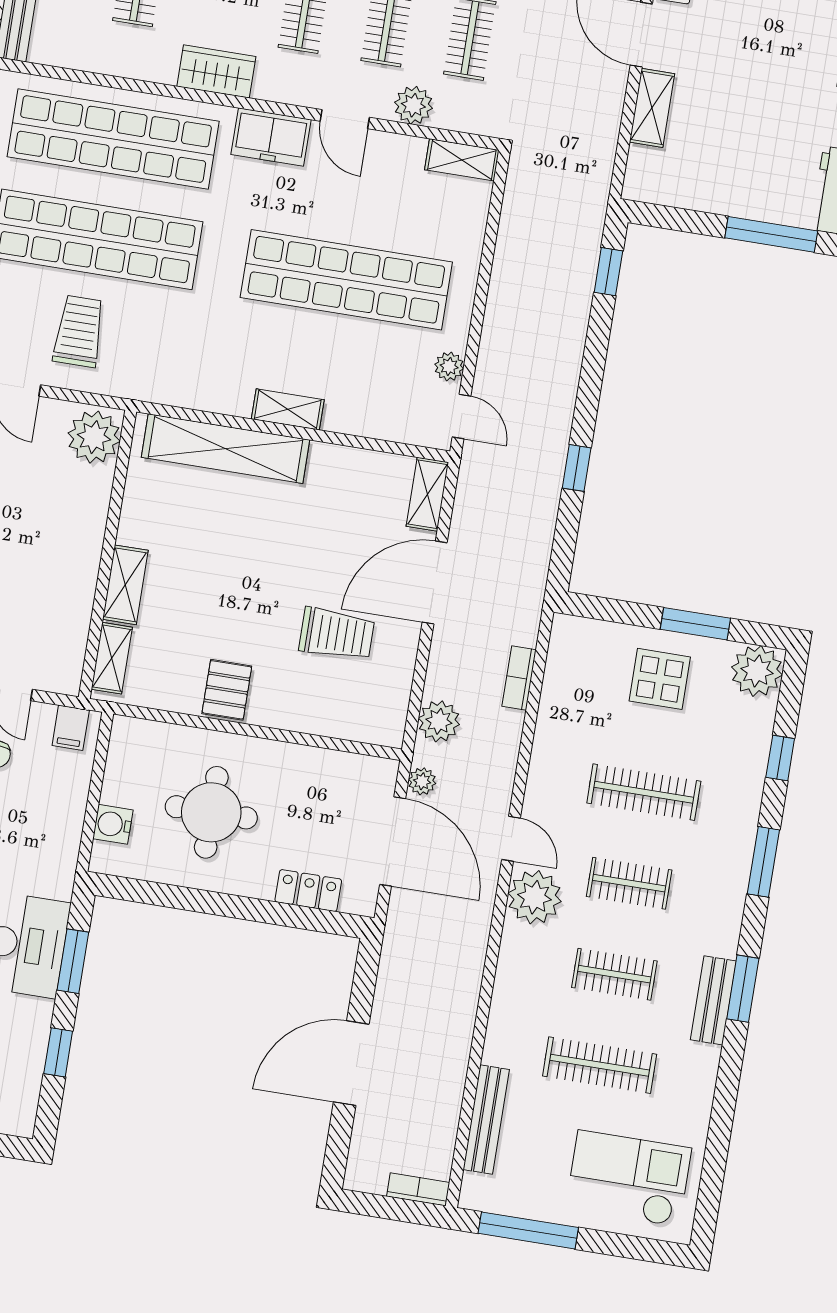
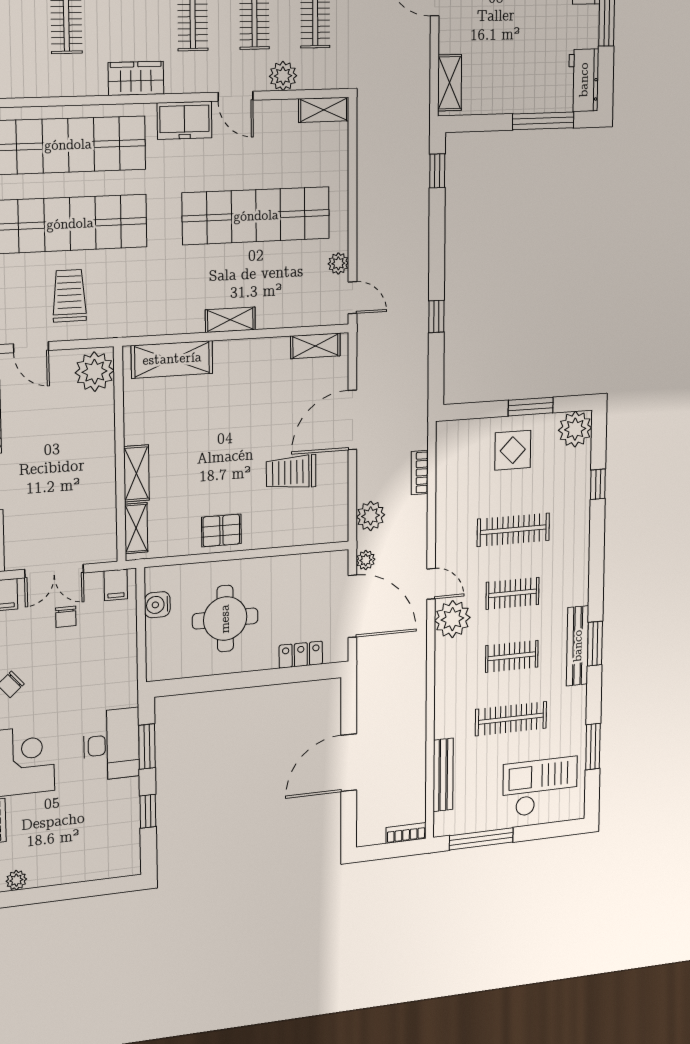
shelving: (652, 108) -> (450, 83), moved
shelving: (225, 449) -> (172, 359), width x0.68
shelving: (427, 494) -> (315, 346), moved, turned 90
trolley: (337, 634) -> (291, 472), turned 180
pallet: (227, 690) -> (221, 530), turned 90
water cooler: (113, 824) -> (157, 605), moved
window: (763, 862) -> (593, 747), moved
bench: (713, 1000) -> (578, 646), width x1.36

